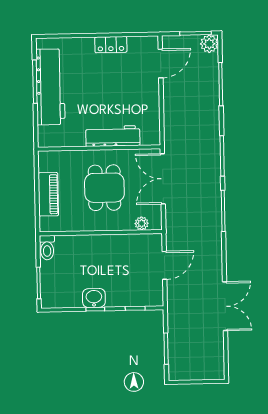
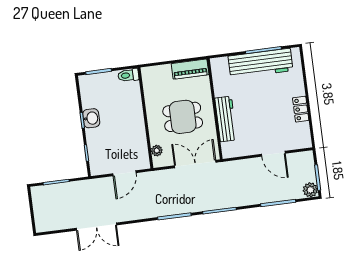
door: (161, 63) -> (273, 154), moved
piano: (48, 194) -> (190, 69), moved
door: (164, 265) -> (124, 173), hinge flipped

